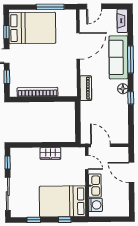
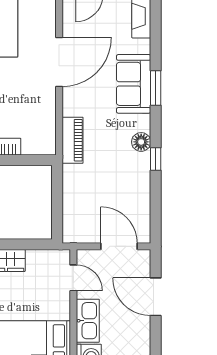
sofa: (118, 57) -> (134, 84), width x0.73
window: (130, 59) -> (156, 88), width x0.69
door: (100, 145) -> (119, 246), moved

